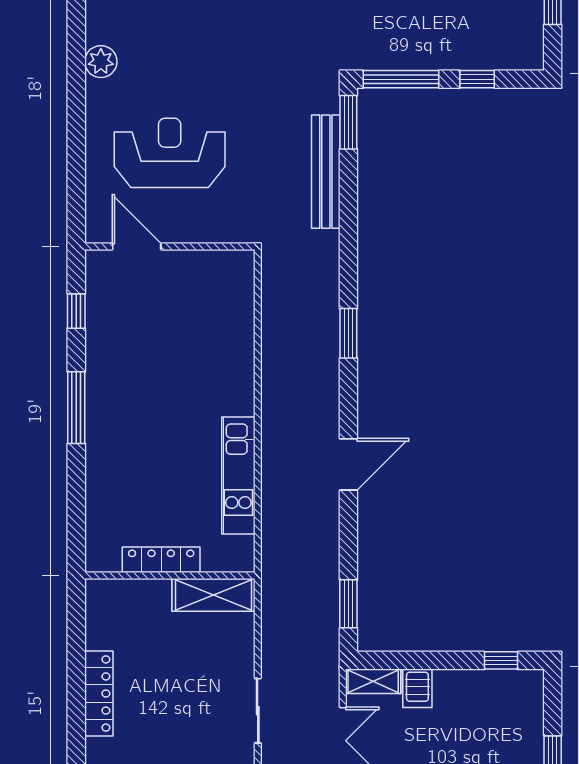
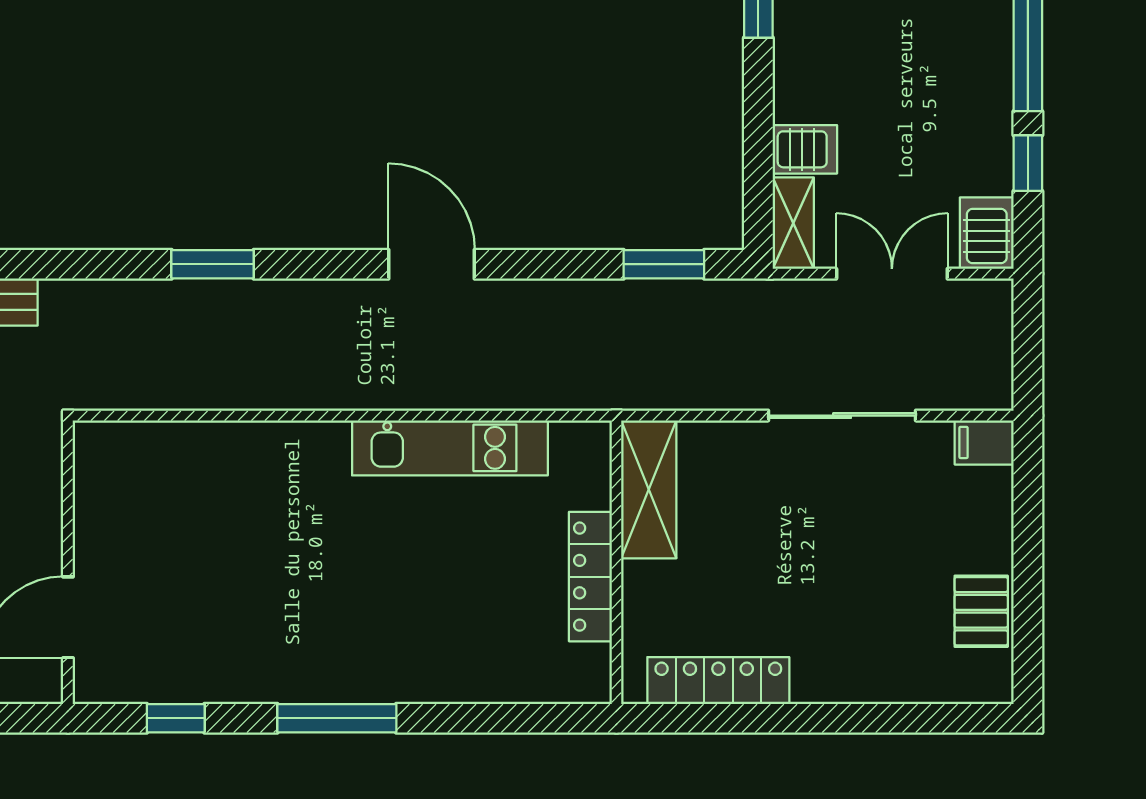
locker: (99, 693) -> (718, 681), moved
sliding door: (258, 711) -> (842, 416), width x1.37

